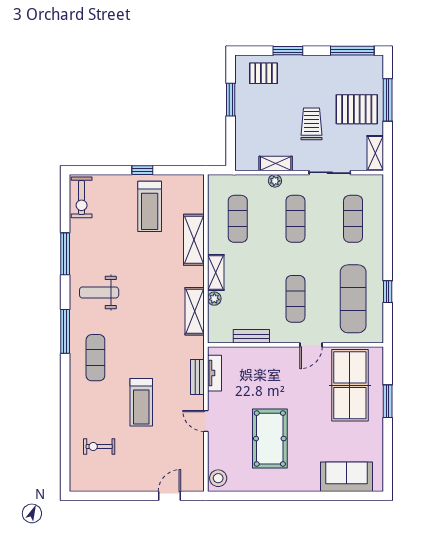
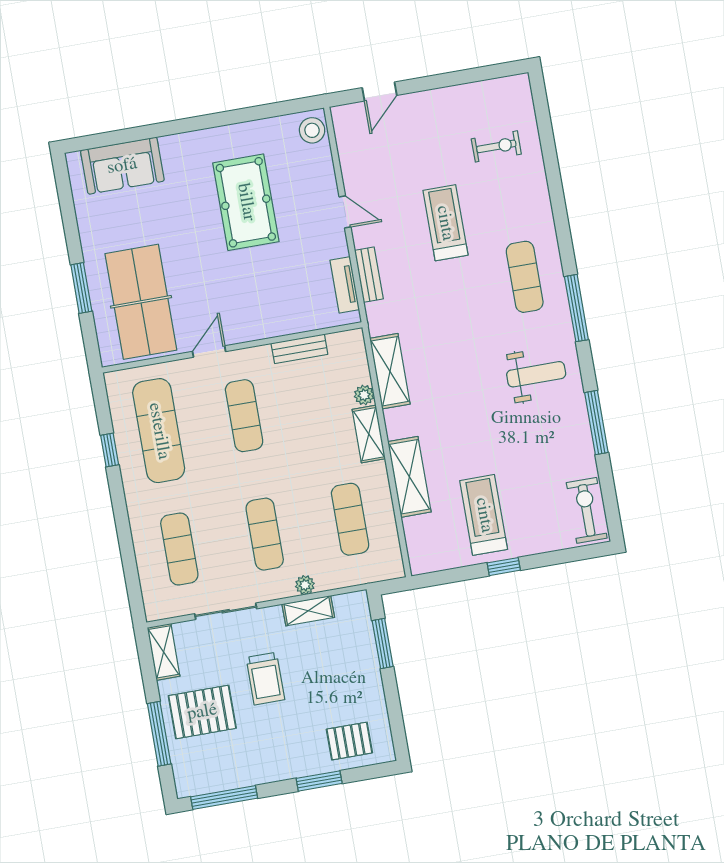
window: (231, 100) -> (383, 643), moved

